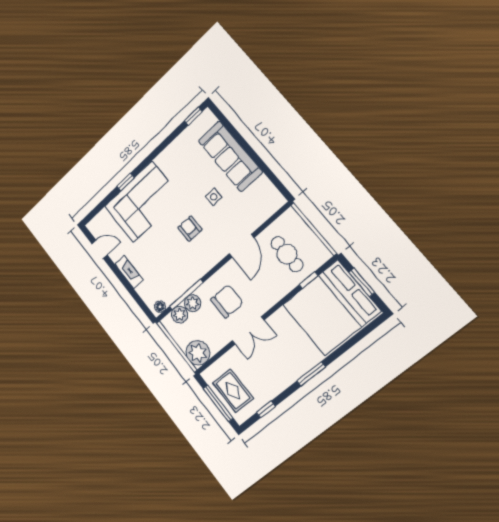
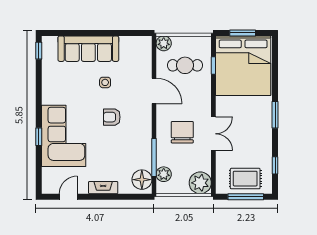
plant: (193, 303) -> (164, 43), moved
floor lamp: (160, 307) -> (142, 180), width x1.89, depth x1.89

